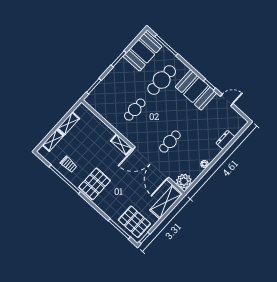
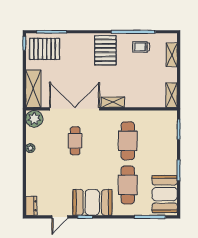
cafe table: (135, 110) -> (128, 141), width x1.37, depth x1.35
shelving: (68, 123) -> (172, 95), moved
dresser: (225, 140) -> (31, 206), moved

